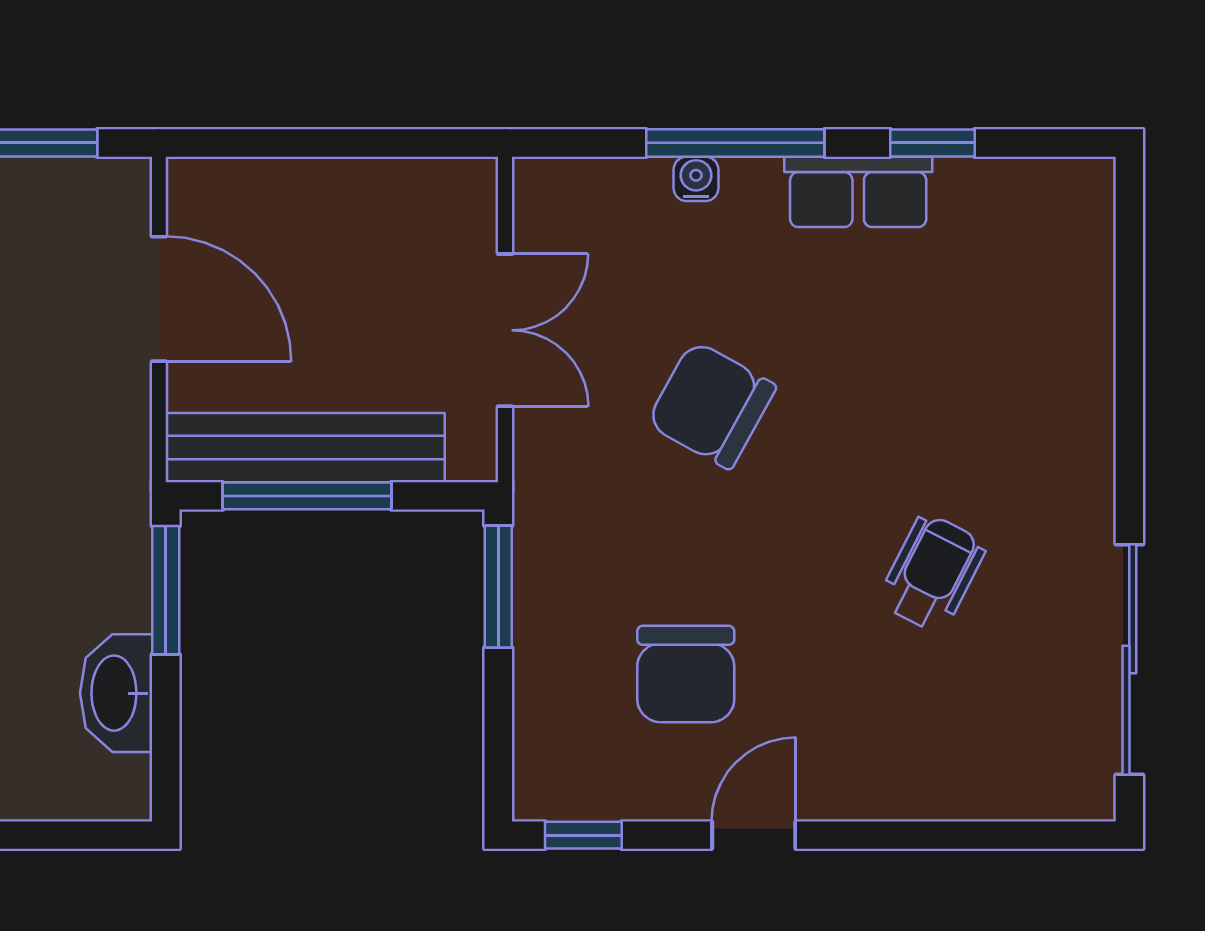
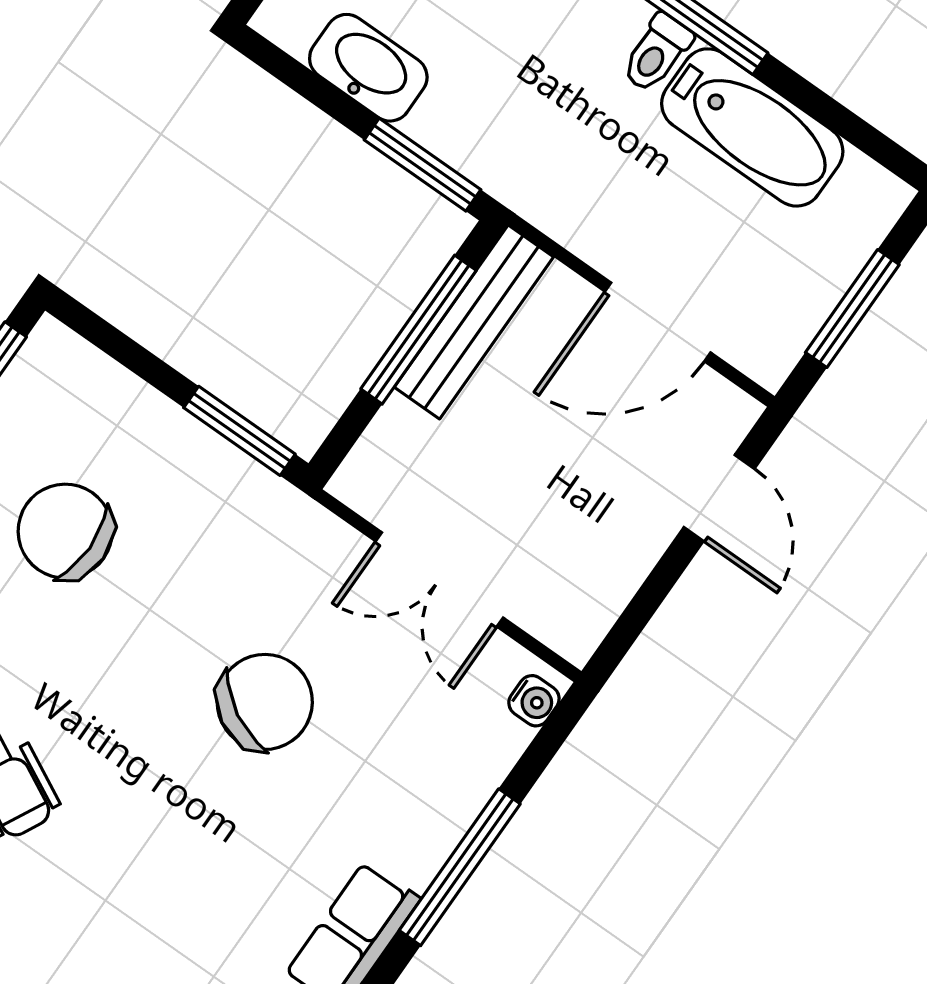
door: (271, 143) -> (719, 498), added
water cooler: (696, 179) -> (534, 701), moved
bench: (305, 448) -> (474, 322), width x0.73, depth x0.82

